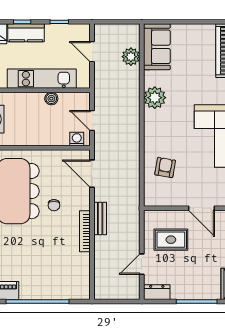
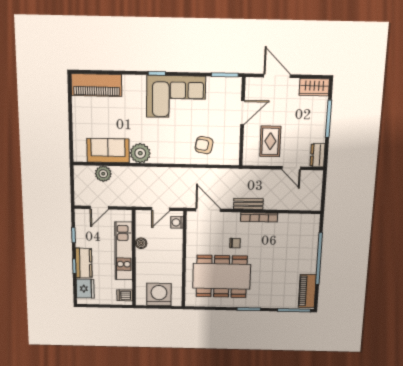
sofa: (157, 47) -> (108, 151), moved
door: (92, 174) -> (208, 210), swing flipped

